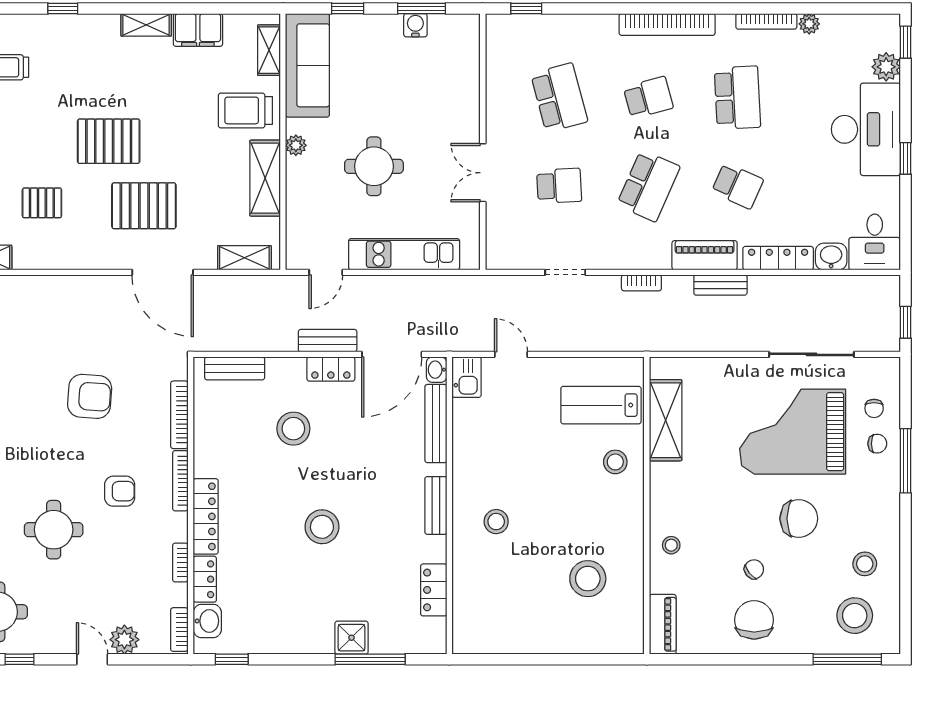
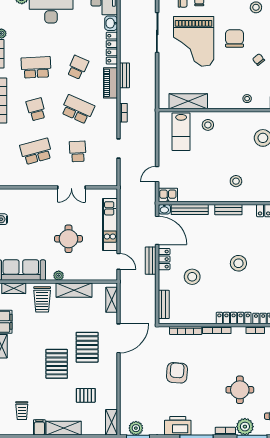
pallet: (42, 203) -> (86, 395), turned 90
armchair: (120, 491) -> (222, 359), removed

